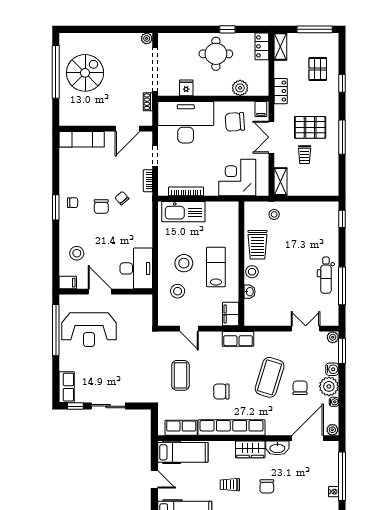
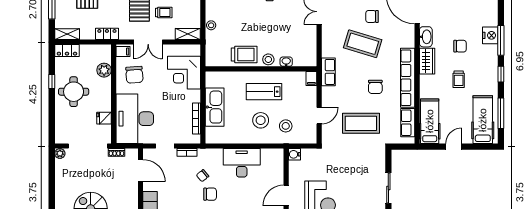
kitchen sink: (183, 212) -> (215, 107), moved
stool: (274, 214) -> (211, 25), moved
desk: (136, 268) -> (242, 163), moved
water cooler: (146, 301) -> (294, 154), added
filing cabinet: (231, 314) -> (311, 78), width x0.50
coffee table: (180, 375) -> (361, 123), width x1.36, depth x1.32

